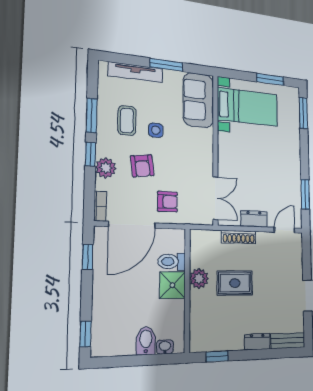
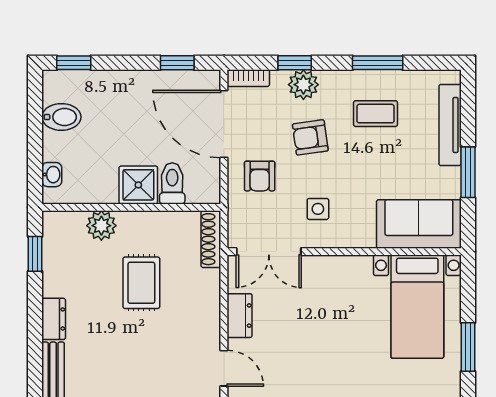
side table: (156, 130) -> (318, 209), moved
window: (91, 154) -> (295, 63), moved
shoe rack: (239, 237) -> (211, 239), moved
plant: (199, 279) -> (101, 226), moved
bidet: (146, 341) -> (61, 117), moved

